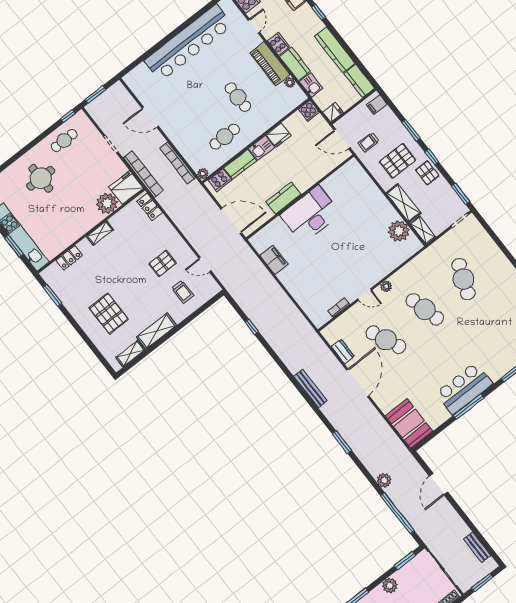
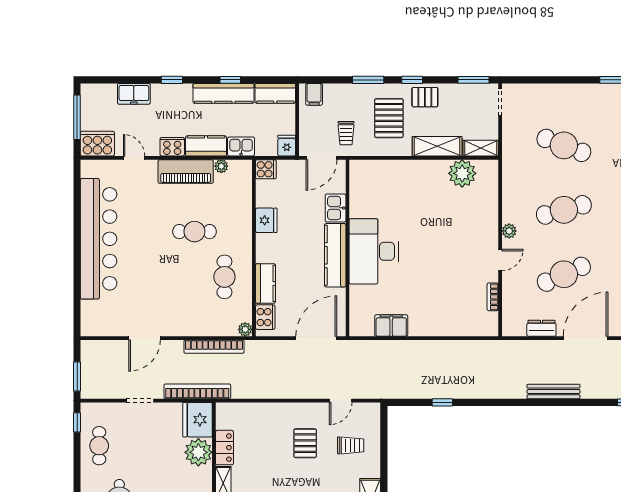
window: (346, 47) -> (230, 80), added
kitchen sink: (261, 148) -> (336, 208), moved, turned 180
kitchen counter: (283, 198) -> (335, 255), width x1.50
locker: (150, 207) -> (225, 448), moved, turned -90
door: (358, 383) -> (586, 338), hinge flipped

